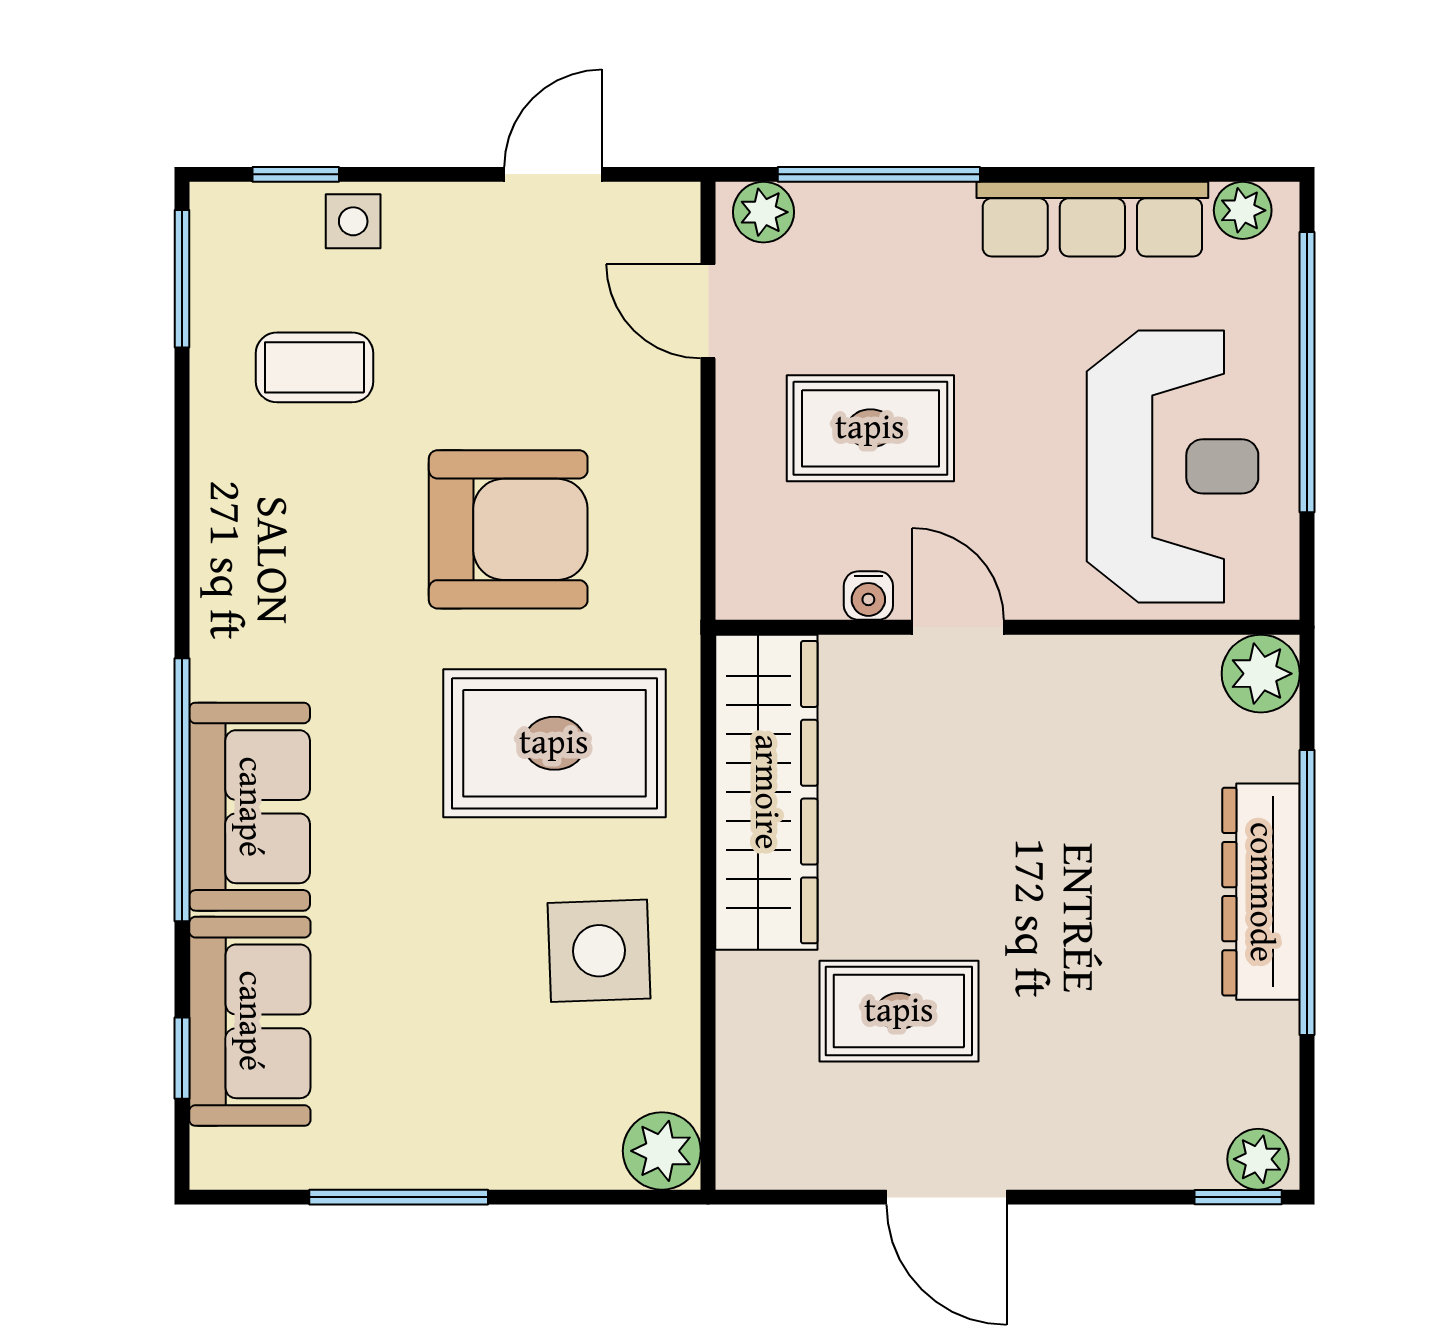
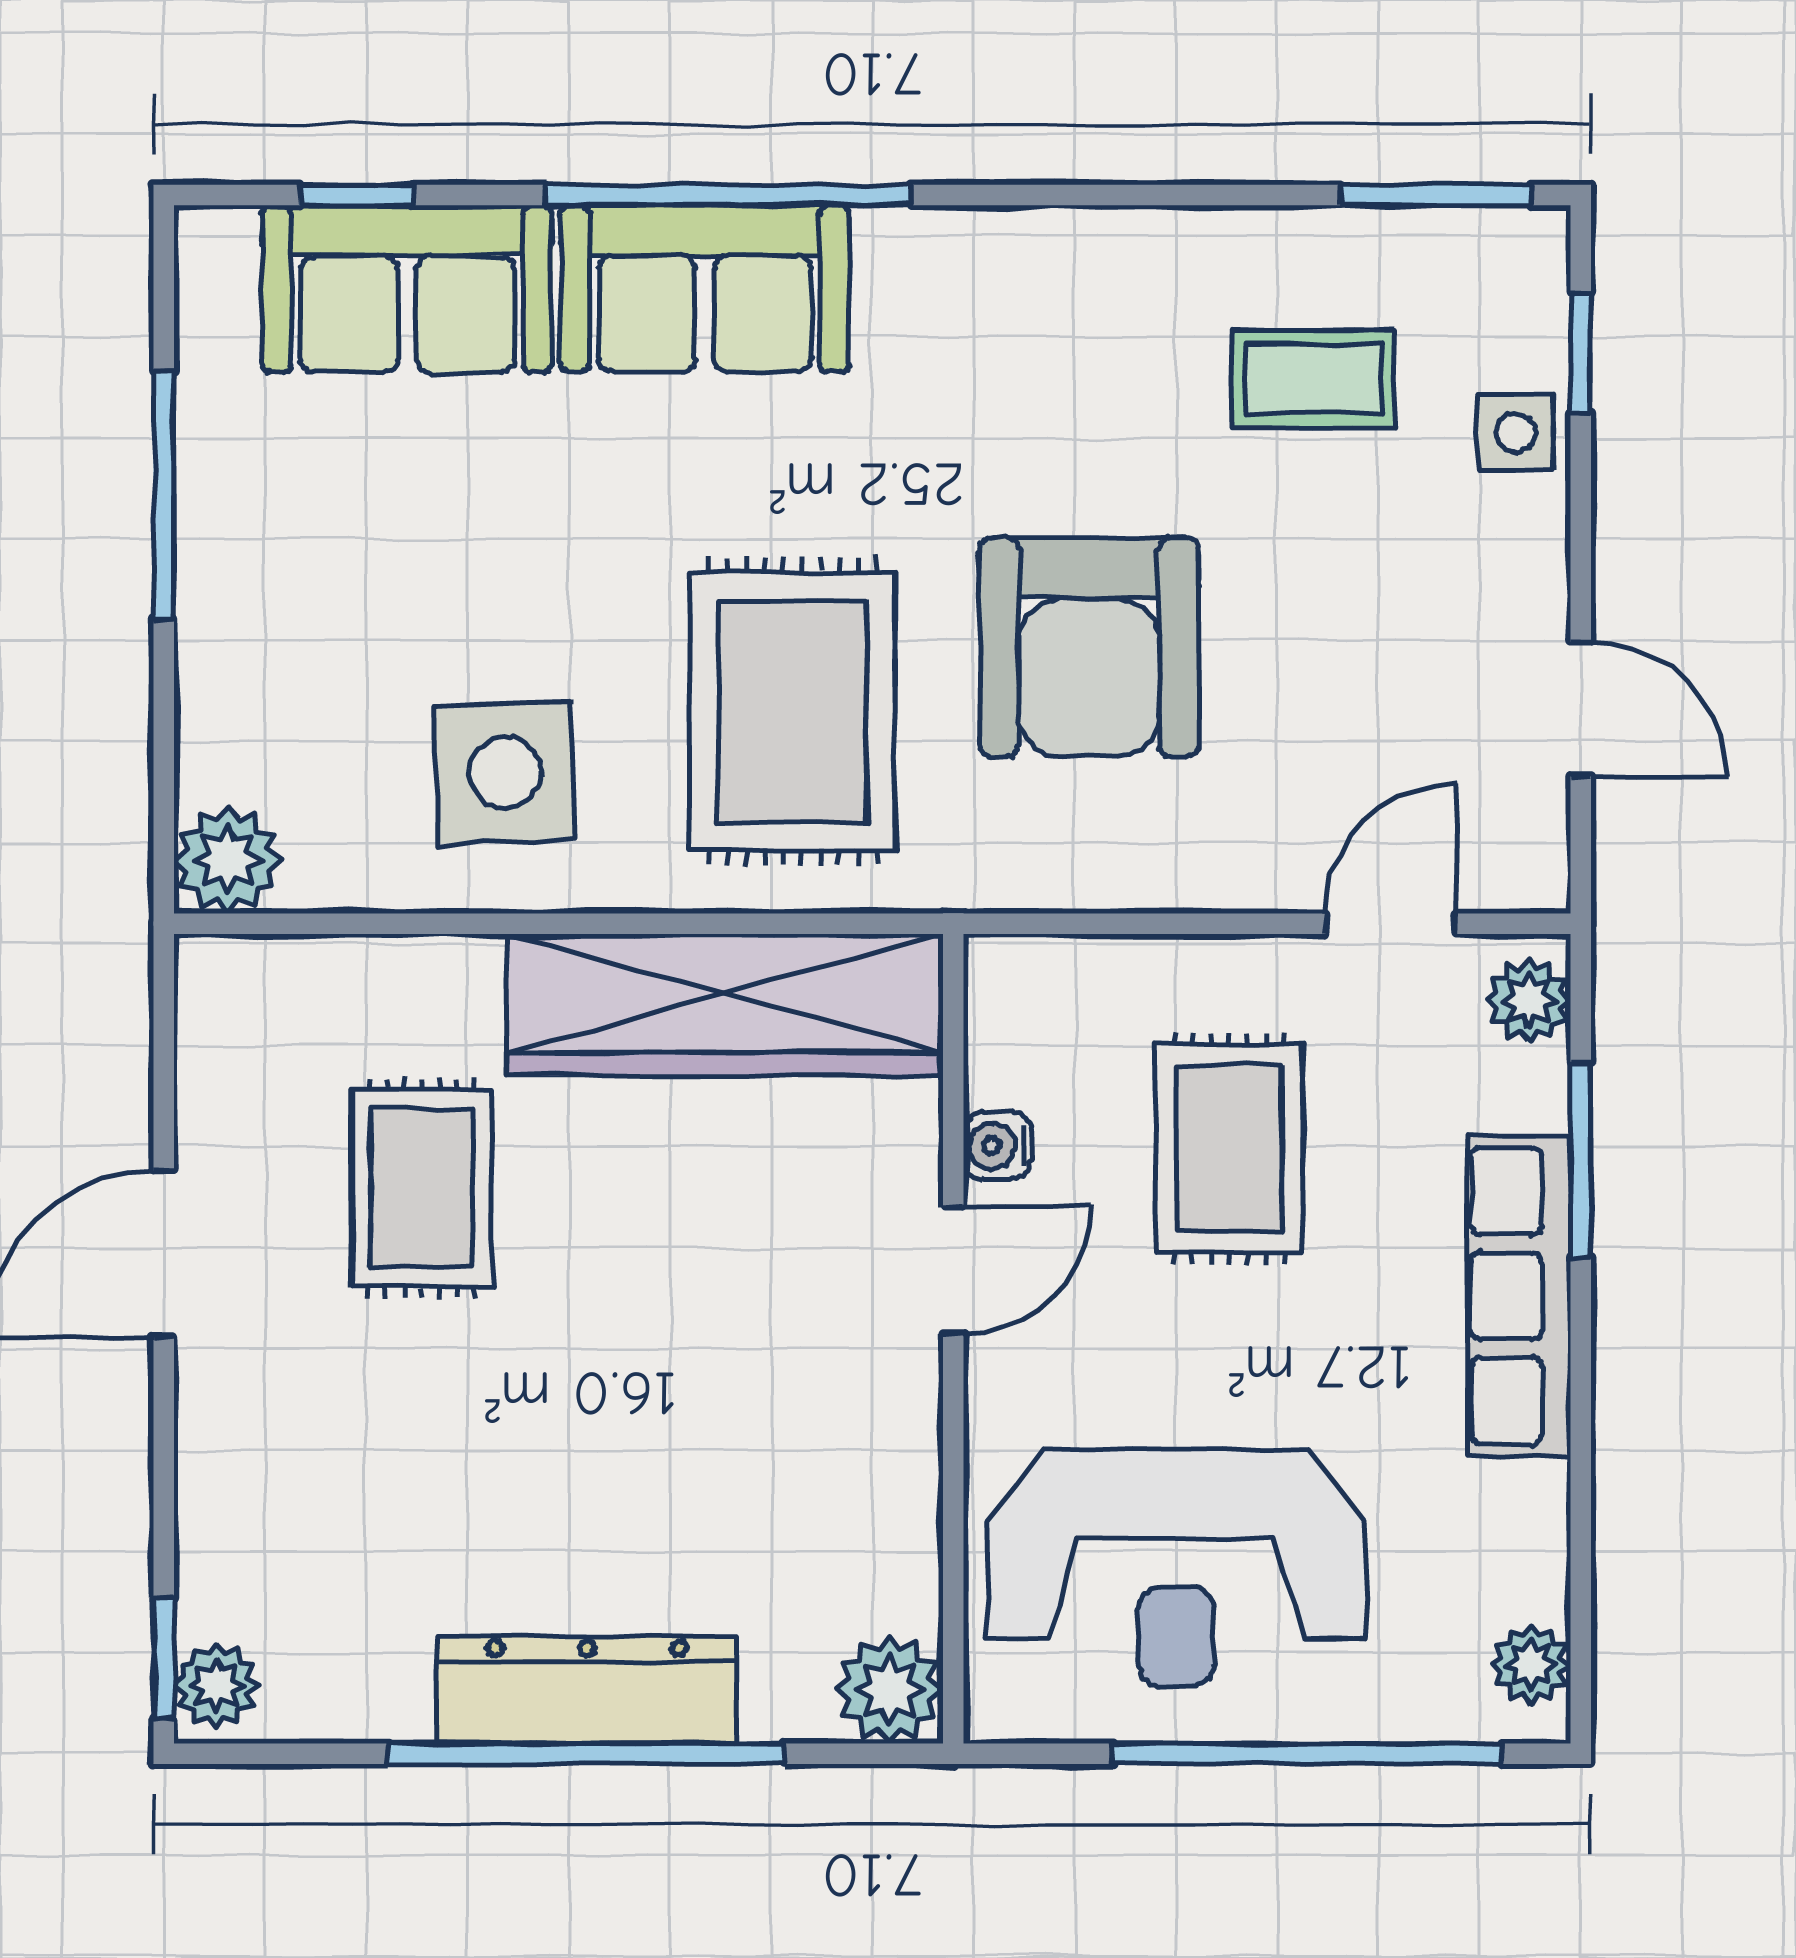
window: (879, 174) -> (1581, 1160), width x0.69
row of seats: (1092, 219) -> (1519, 1296), moved
coffee table: (315, 367) -> (1313, 379), turned 90

